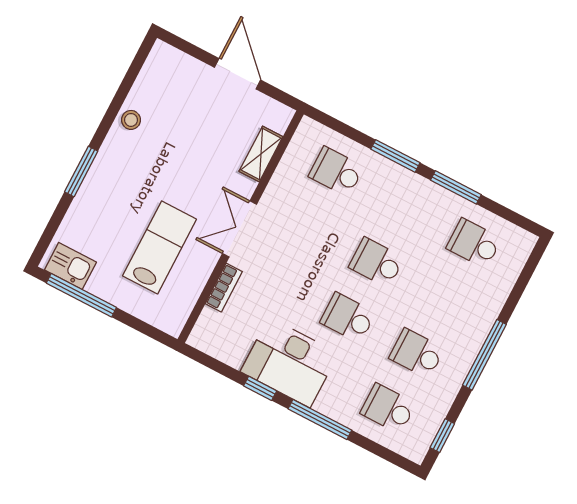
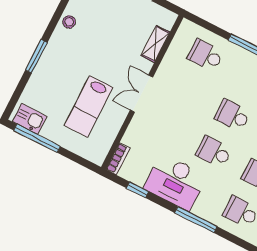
lab bench: (160, 248) -> (89, 106), turned 180
bookcase: (224, 288) -> (118, 159), moved
window: (260, 388) -> (138, 190), moved

